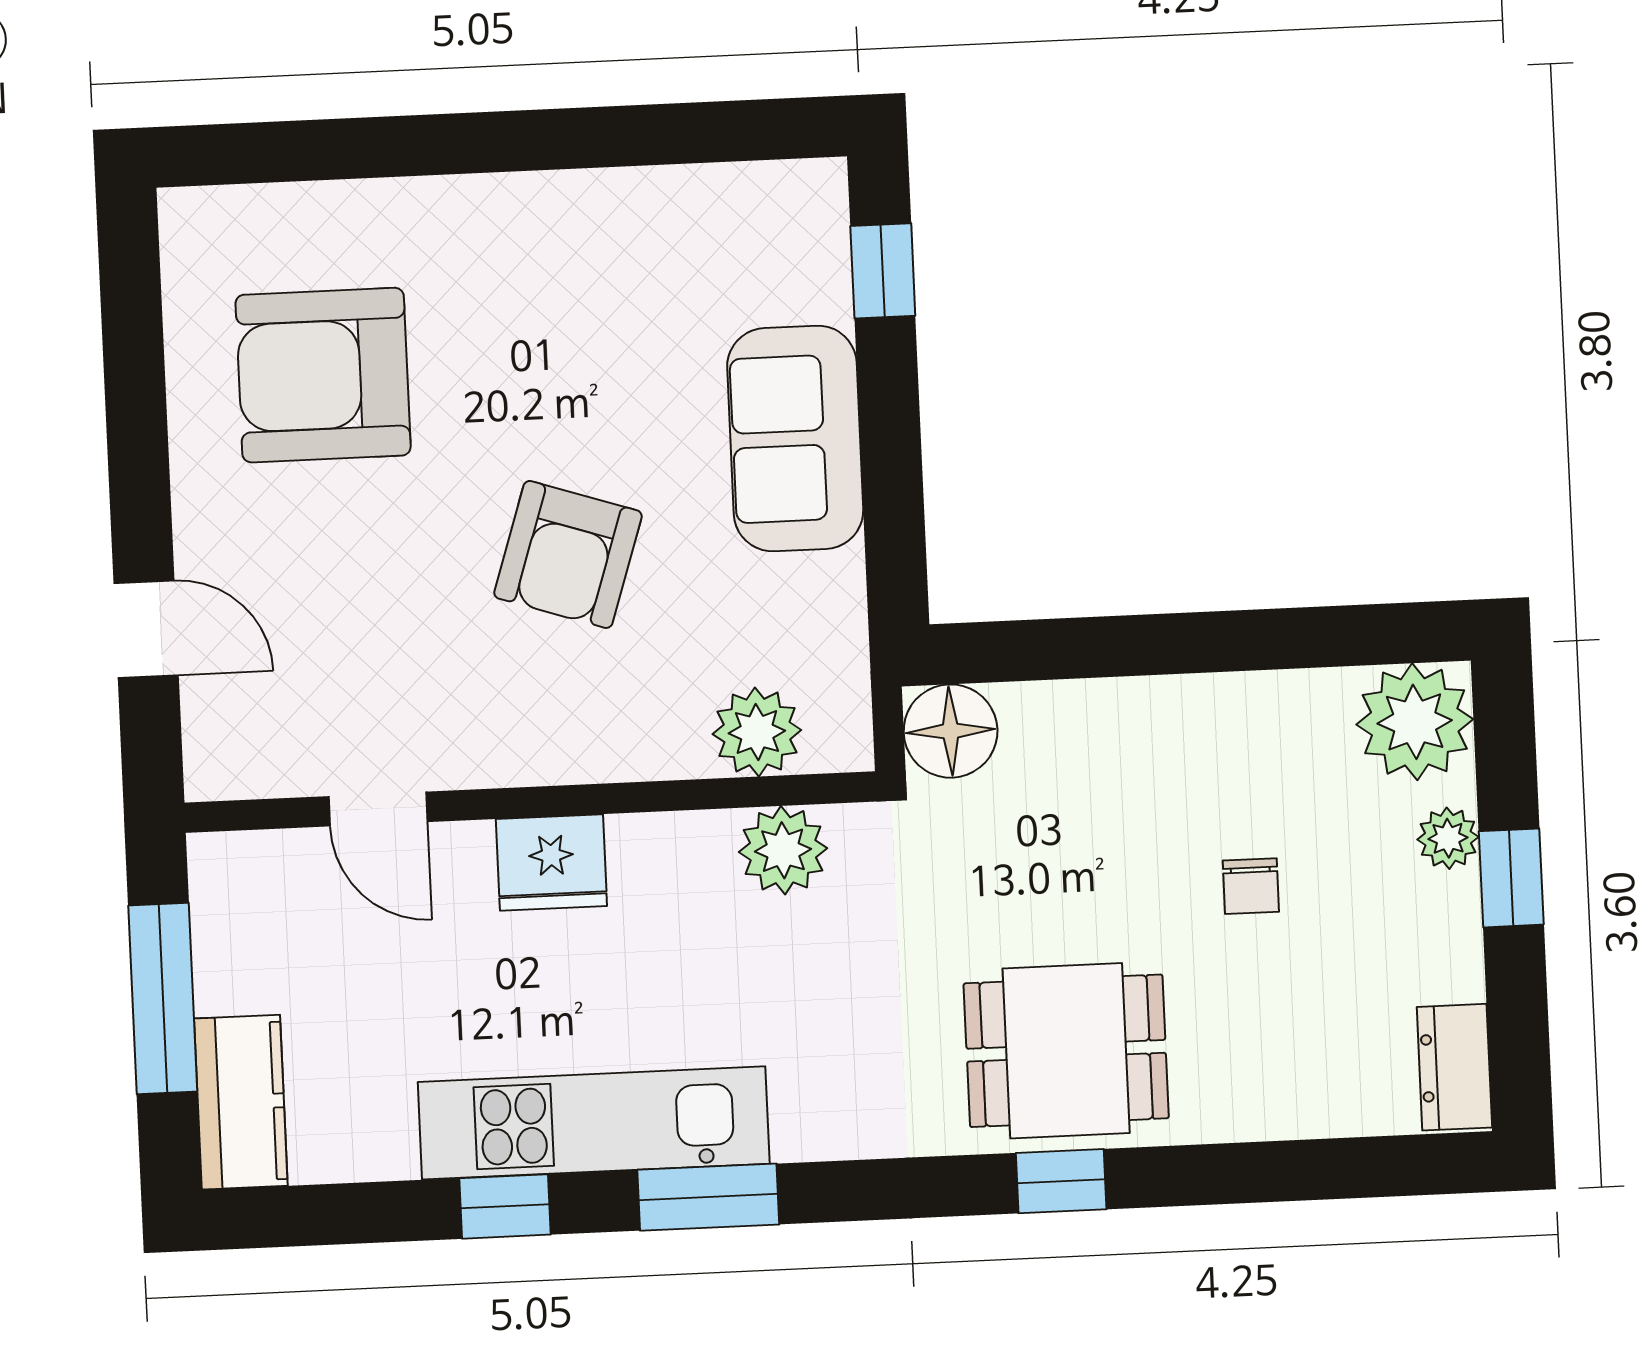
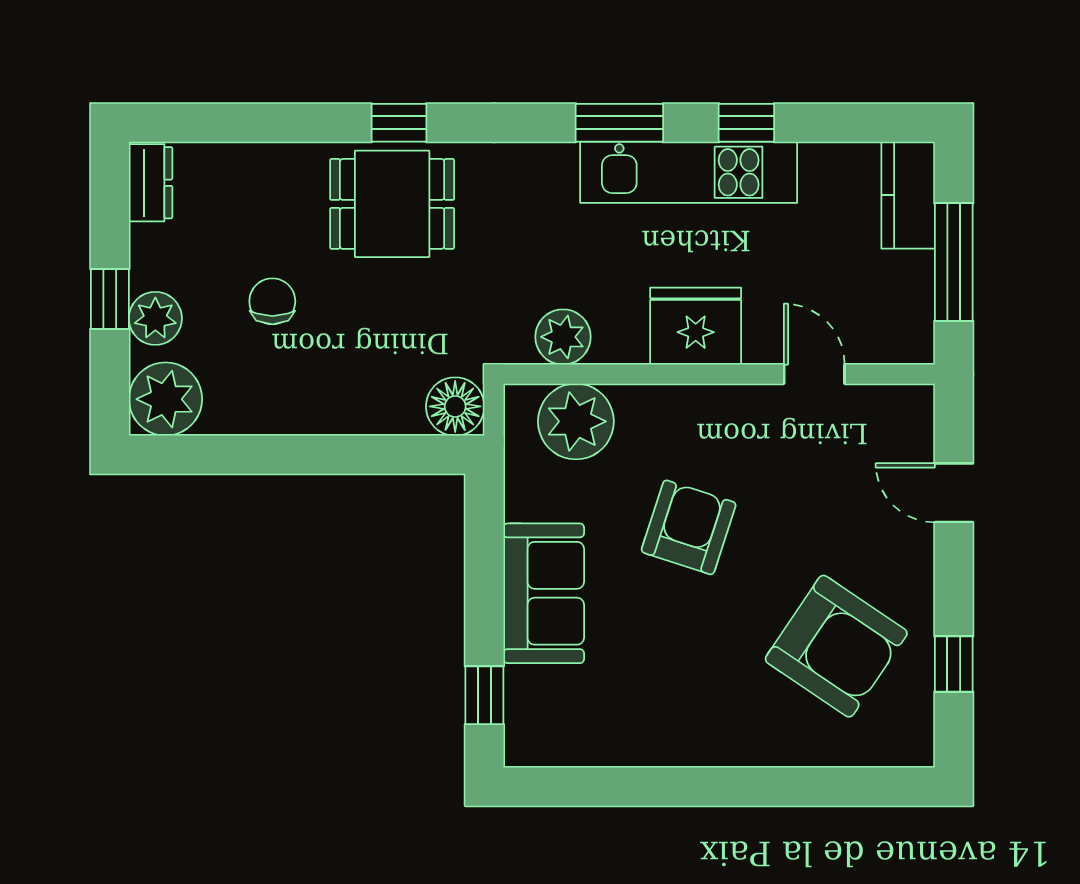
window: (134, 355) -> (954, 664), added
armchair: (323, 375) -> (836, 646), turned 34
plant: (757, 732) -> (576, 421), width x1.36, depth x1.36
plant: (1448, 838) -> (155, 318), width x1.38, depth x1.38
fridge: (551, 863) -> (696, 326), width x1.36, depth x1.34
chair: (1251, 886) -> (272, 301), width x1.37, depth x1.37

